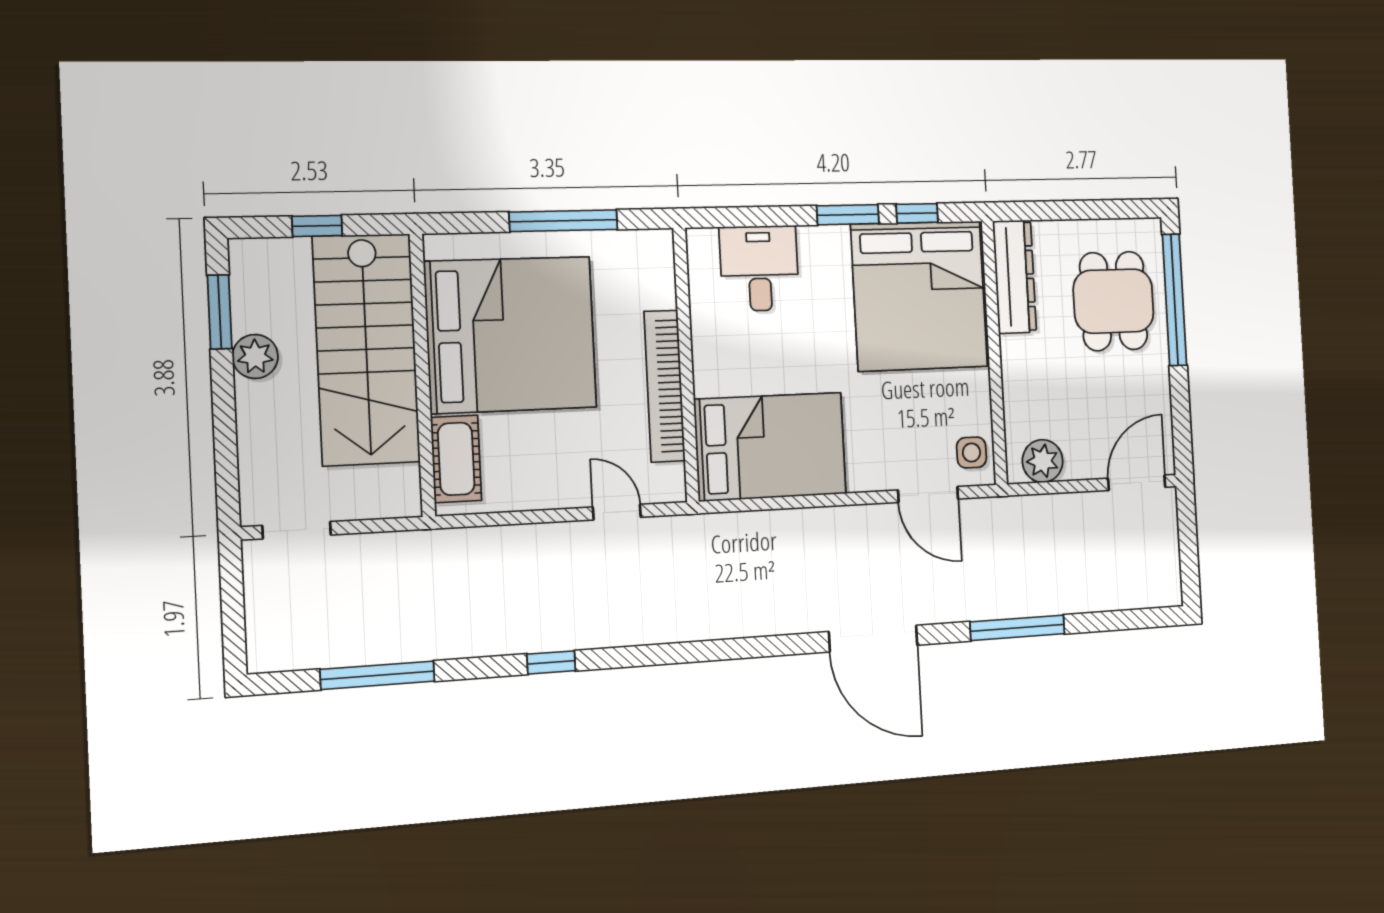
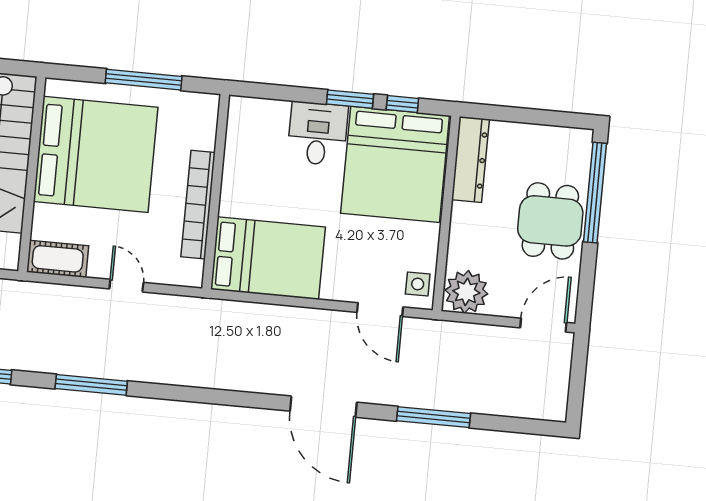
desk: (759, 268) -> (318, 134), moved
dining table: (1113, 301) -> (550, 221), moved
cot: (456, 459) -> (58, 259), moved, turned 90
plant: (1043, 461) -> (466, 292), width x1.36, depth x1.36
door: (617, 512) -> (126, 286), moved
window: (551, 662) -> (91, 385), width x2.17

